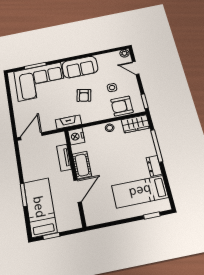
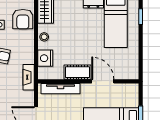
nightstand: (76, 136) -> (45, 58), moved, turned 90
tv unit: (64, 158) -> (60, 89), width x1.41

